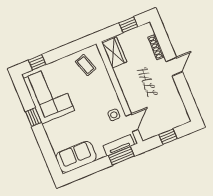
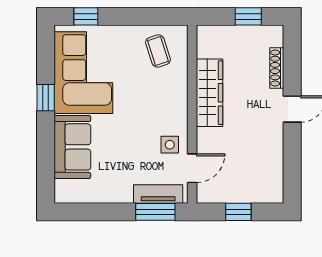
wardrobe: (114, 52) -> (210, 93), moved, width x1.50
sofa: (76, 157) -> (72, 147), moved, turned 90

